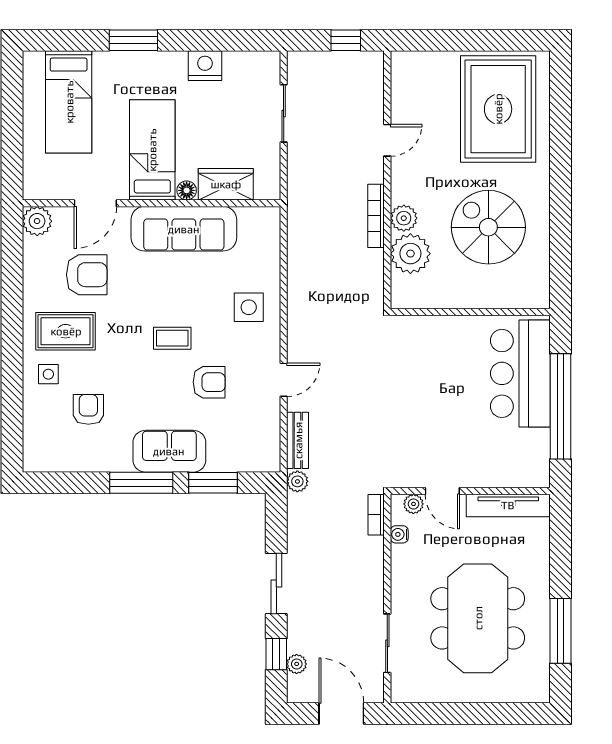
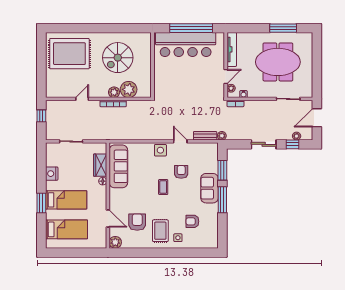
door: (387, 140) -> (82, 99), hinge flipped
bed: (152, 150) -> (66, 200), moved, turned 180
sofa: (184, 229) -> (118, 166), moved
side table: (249, 307) -> (160, 150), moved
bar counter: (520, 373) -> (186, 44), width x1.36

